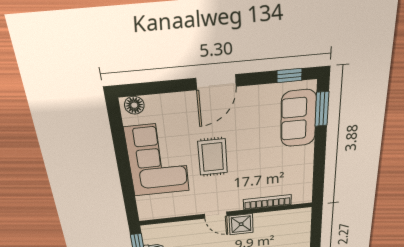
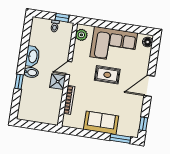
door: (216, 82) -> (149, 86), hinge flipped
sofa: (298, 118) -> (101, 123), moved
plant: (156, 211) -> (81, 35), added

